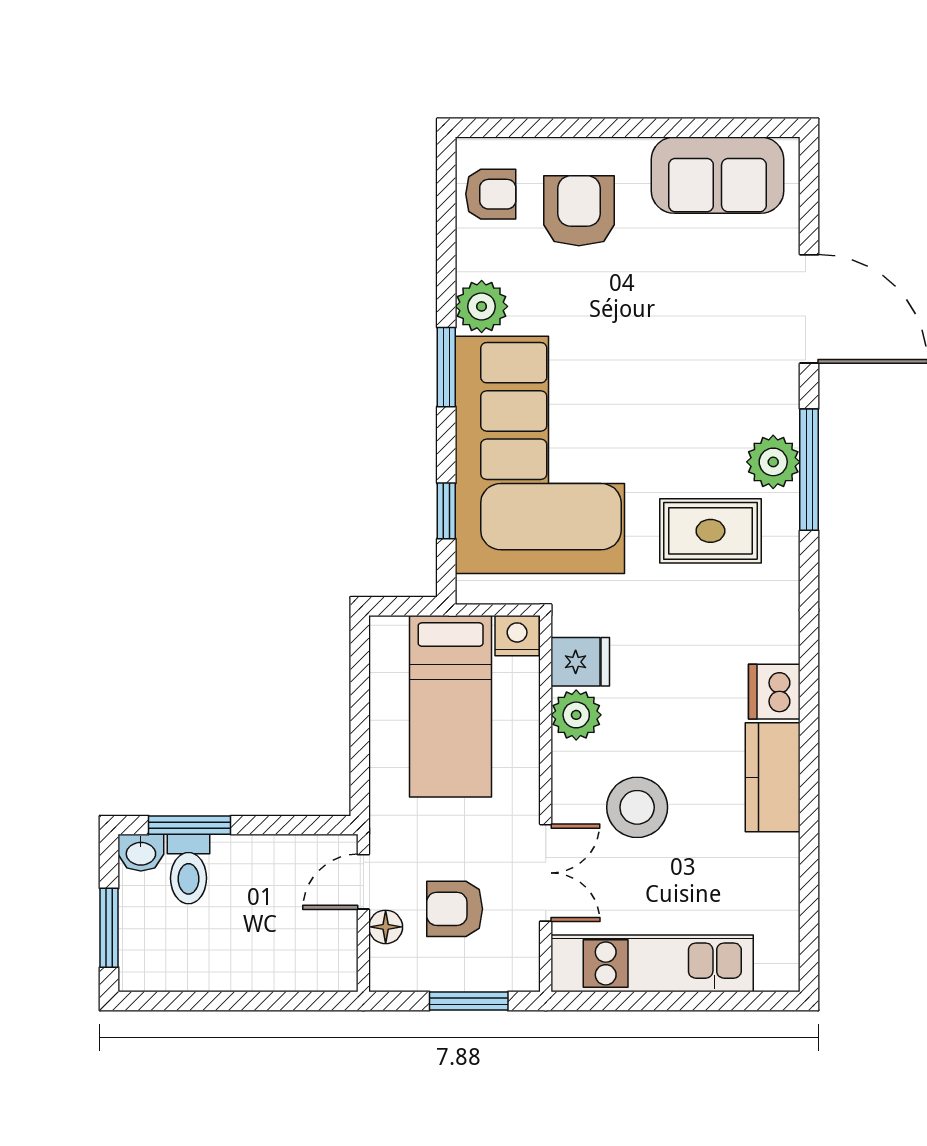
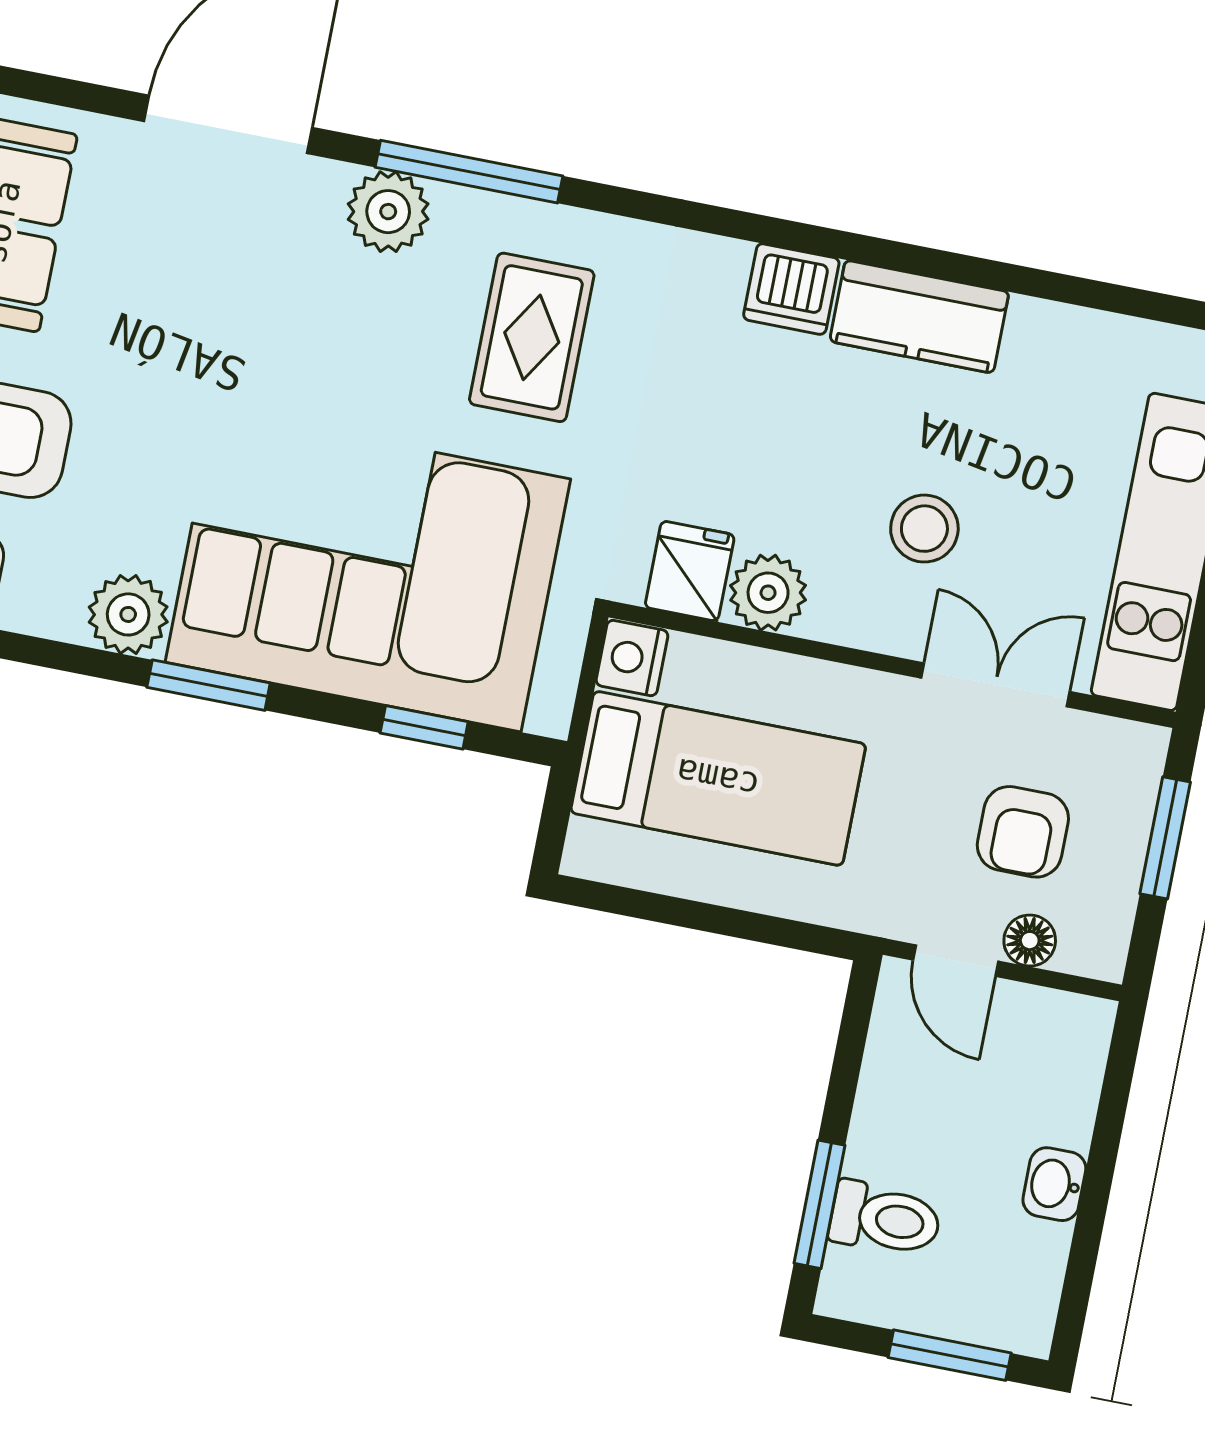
plant: (773, 462) -> (388, 212), moved
stool: (637, 807) -> (924, 529), width x0.73, depth x0.73
washbasin: (141, 853) -> (1054, 1184), moved, turned 180

